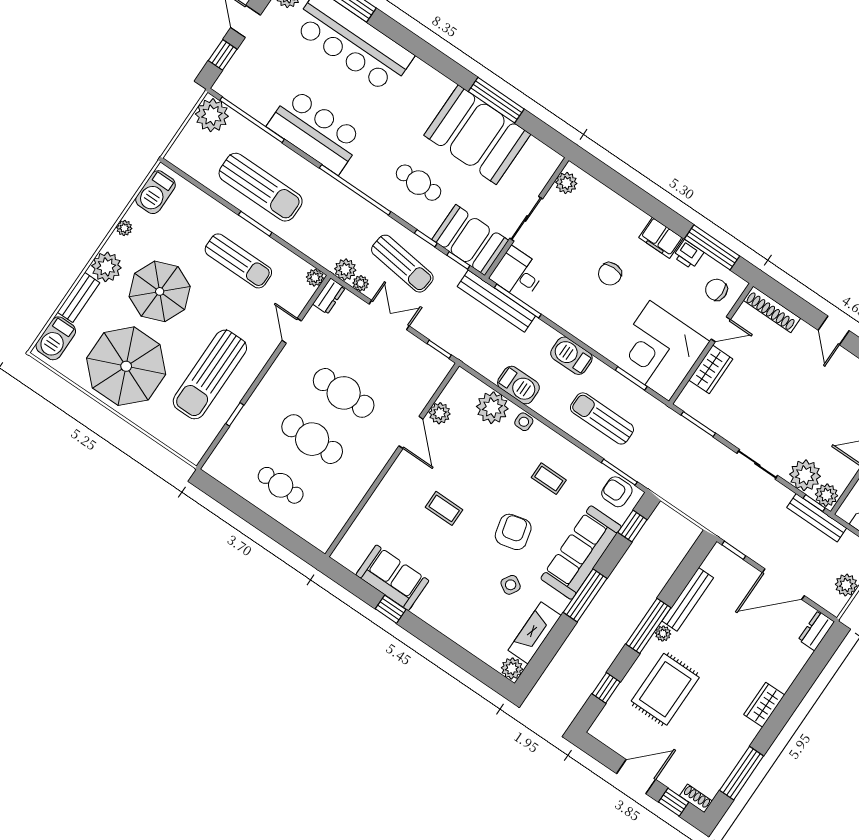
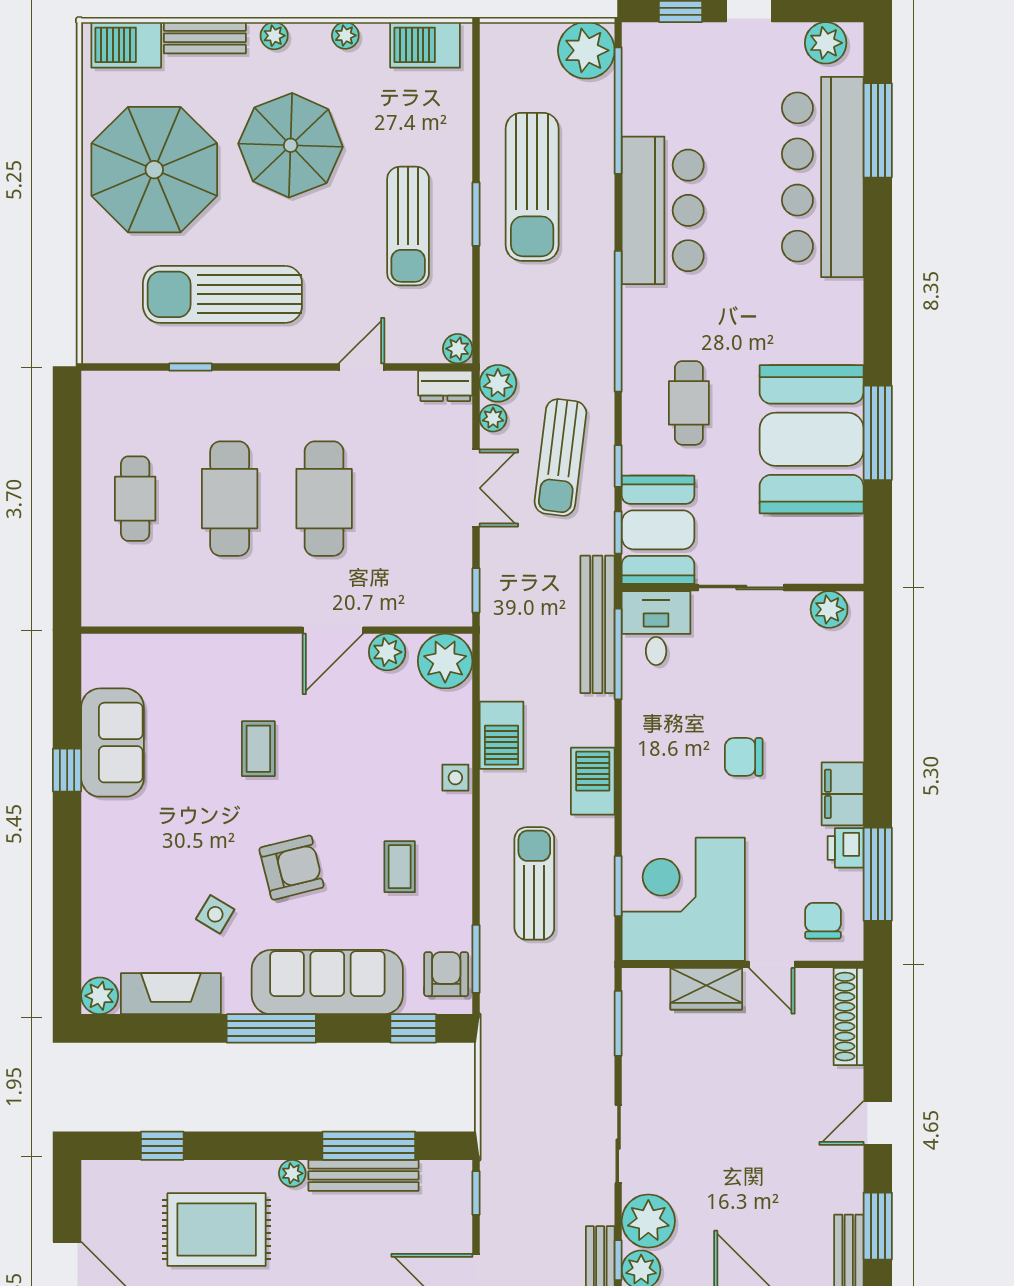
plant: (106, 267) -> (274, 36), width x0.53, depth x0.53
plant: (492, 408) -> (445, 661), moved
window: (648, 626) -> (369, 1146), moved

